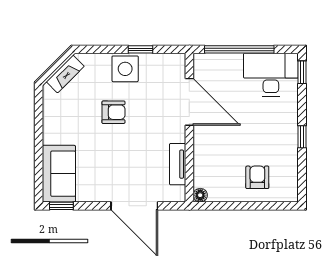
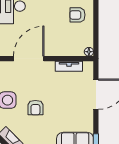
armchair: (113, 112) -> (35, 108), turned 180

